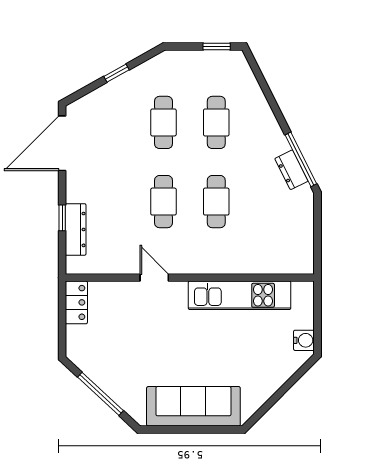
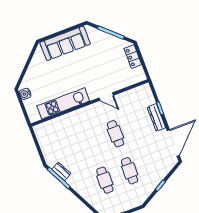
cafe table: (216, 202) -> (91, 143), removed
dresser: (76, 229) -> (156, 117), moved
locker: (76, 302) -> (133, 57), moved

